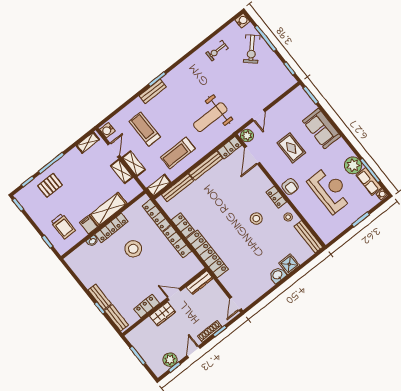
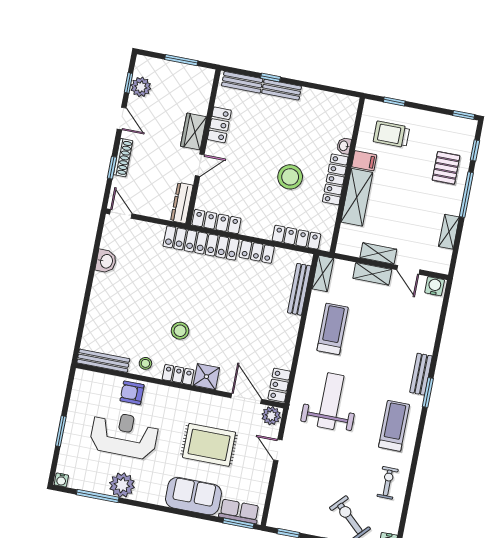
treadmill: (145, 129) -> (394, 426), moved, turned -90
shelving: (88, 143) -> (449, 232), moved
rug: (291, 148) -> (209, 445), width x1.36, depth x1.43
bench: (206, 166) -> (289, 341), removed
row of seats: (369, 181) -> (239, 511), moved
armchair: (290, 187) -> (132, 393), moved
reception desk: (330, 190) -> (124, 435), turned 180
locker: (177, 242) -> (216, 222), moved
shower: (289, 264) -> (206, 377), moved
washbasin: (278, 275) -> (106, 261), moved

